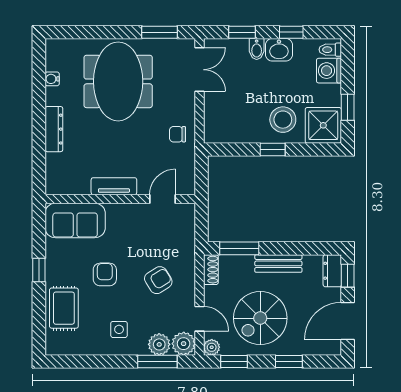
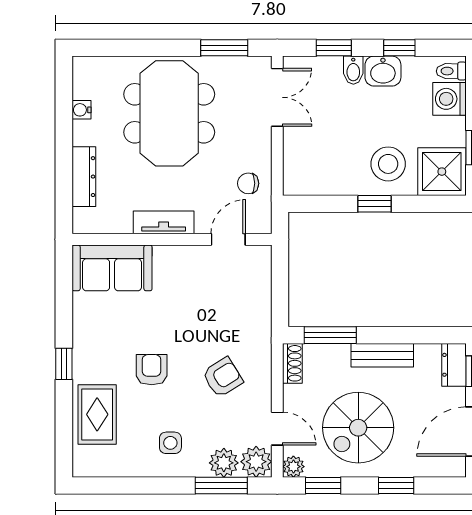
tv unit: (114, 186) -> (164, 222), moved
wall: (120, 199) -> (172, 239), moved
door: (163, 199) -> (228, 239), moved
sofa: (75, 220) -> (112, 268), moved

